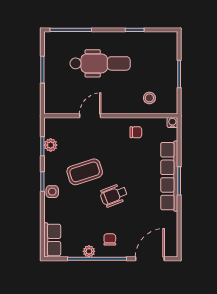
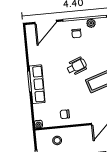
row of seats: (169, 176) -> (37, 84), width x0.73

